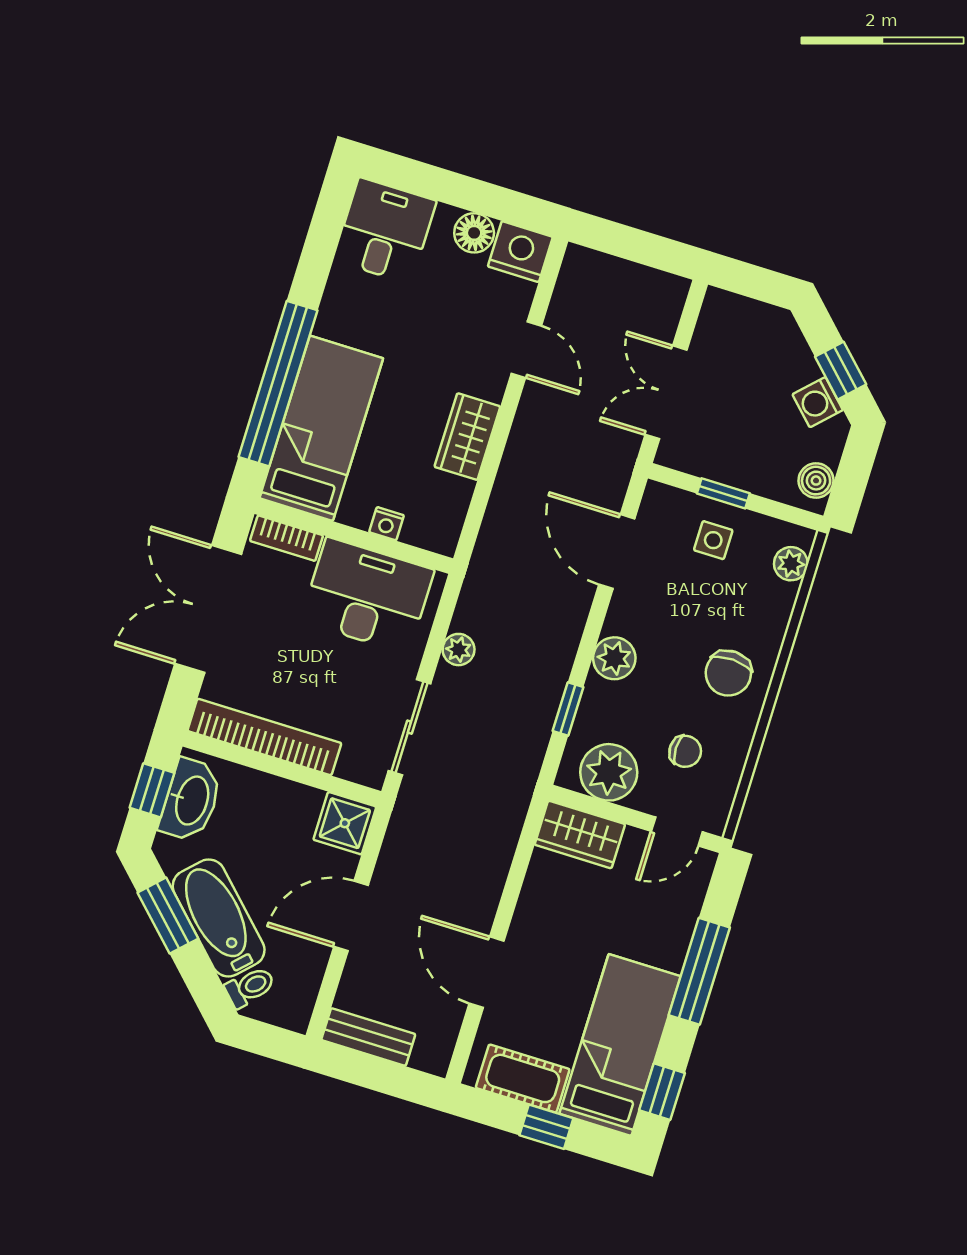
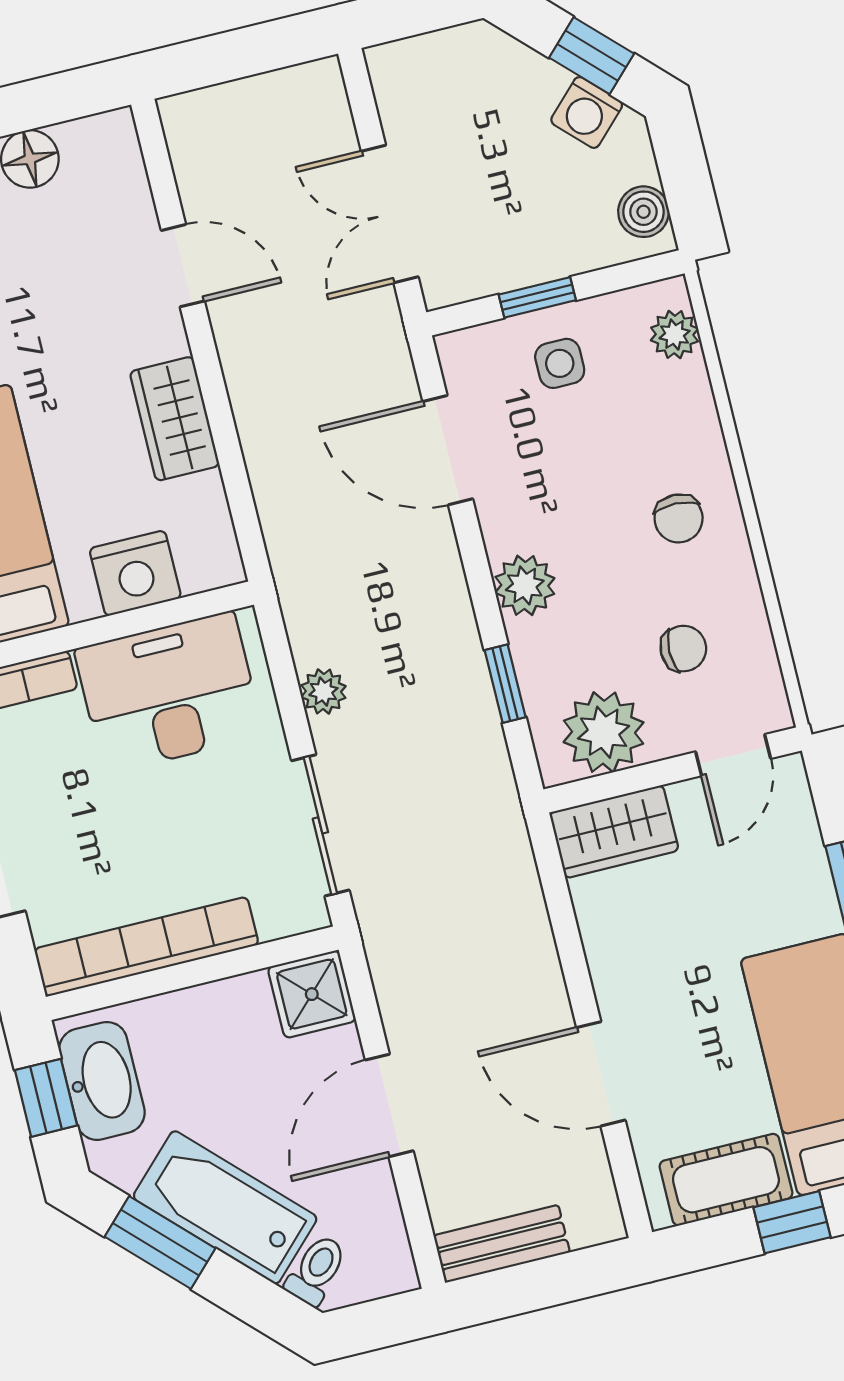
nightstand: (520, 252) -> (102, 148), removed
nightstand: (387, 524) -> (135, 573), width x1.89, depth x1.79
chair: (728, 673) -> (679, 518), width x0.73, depth x0.73

